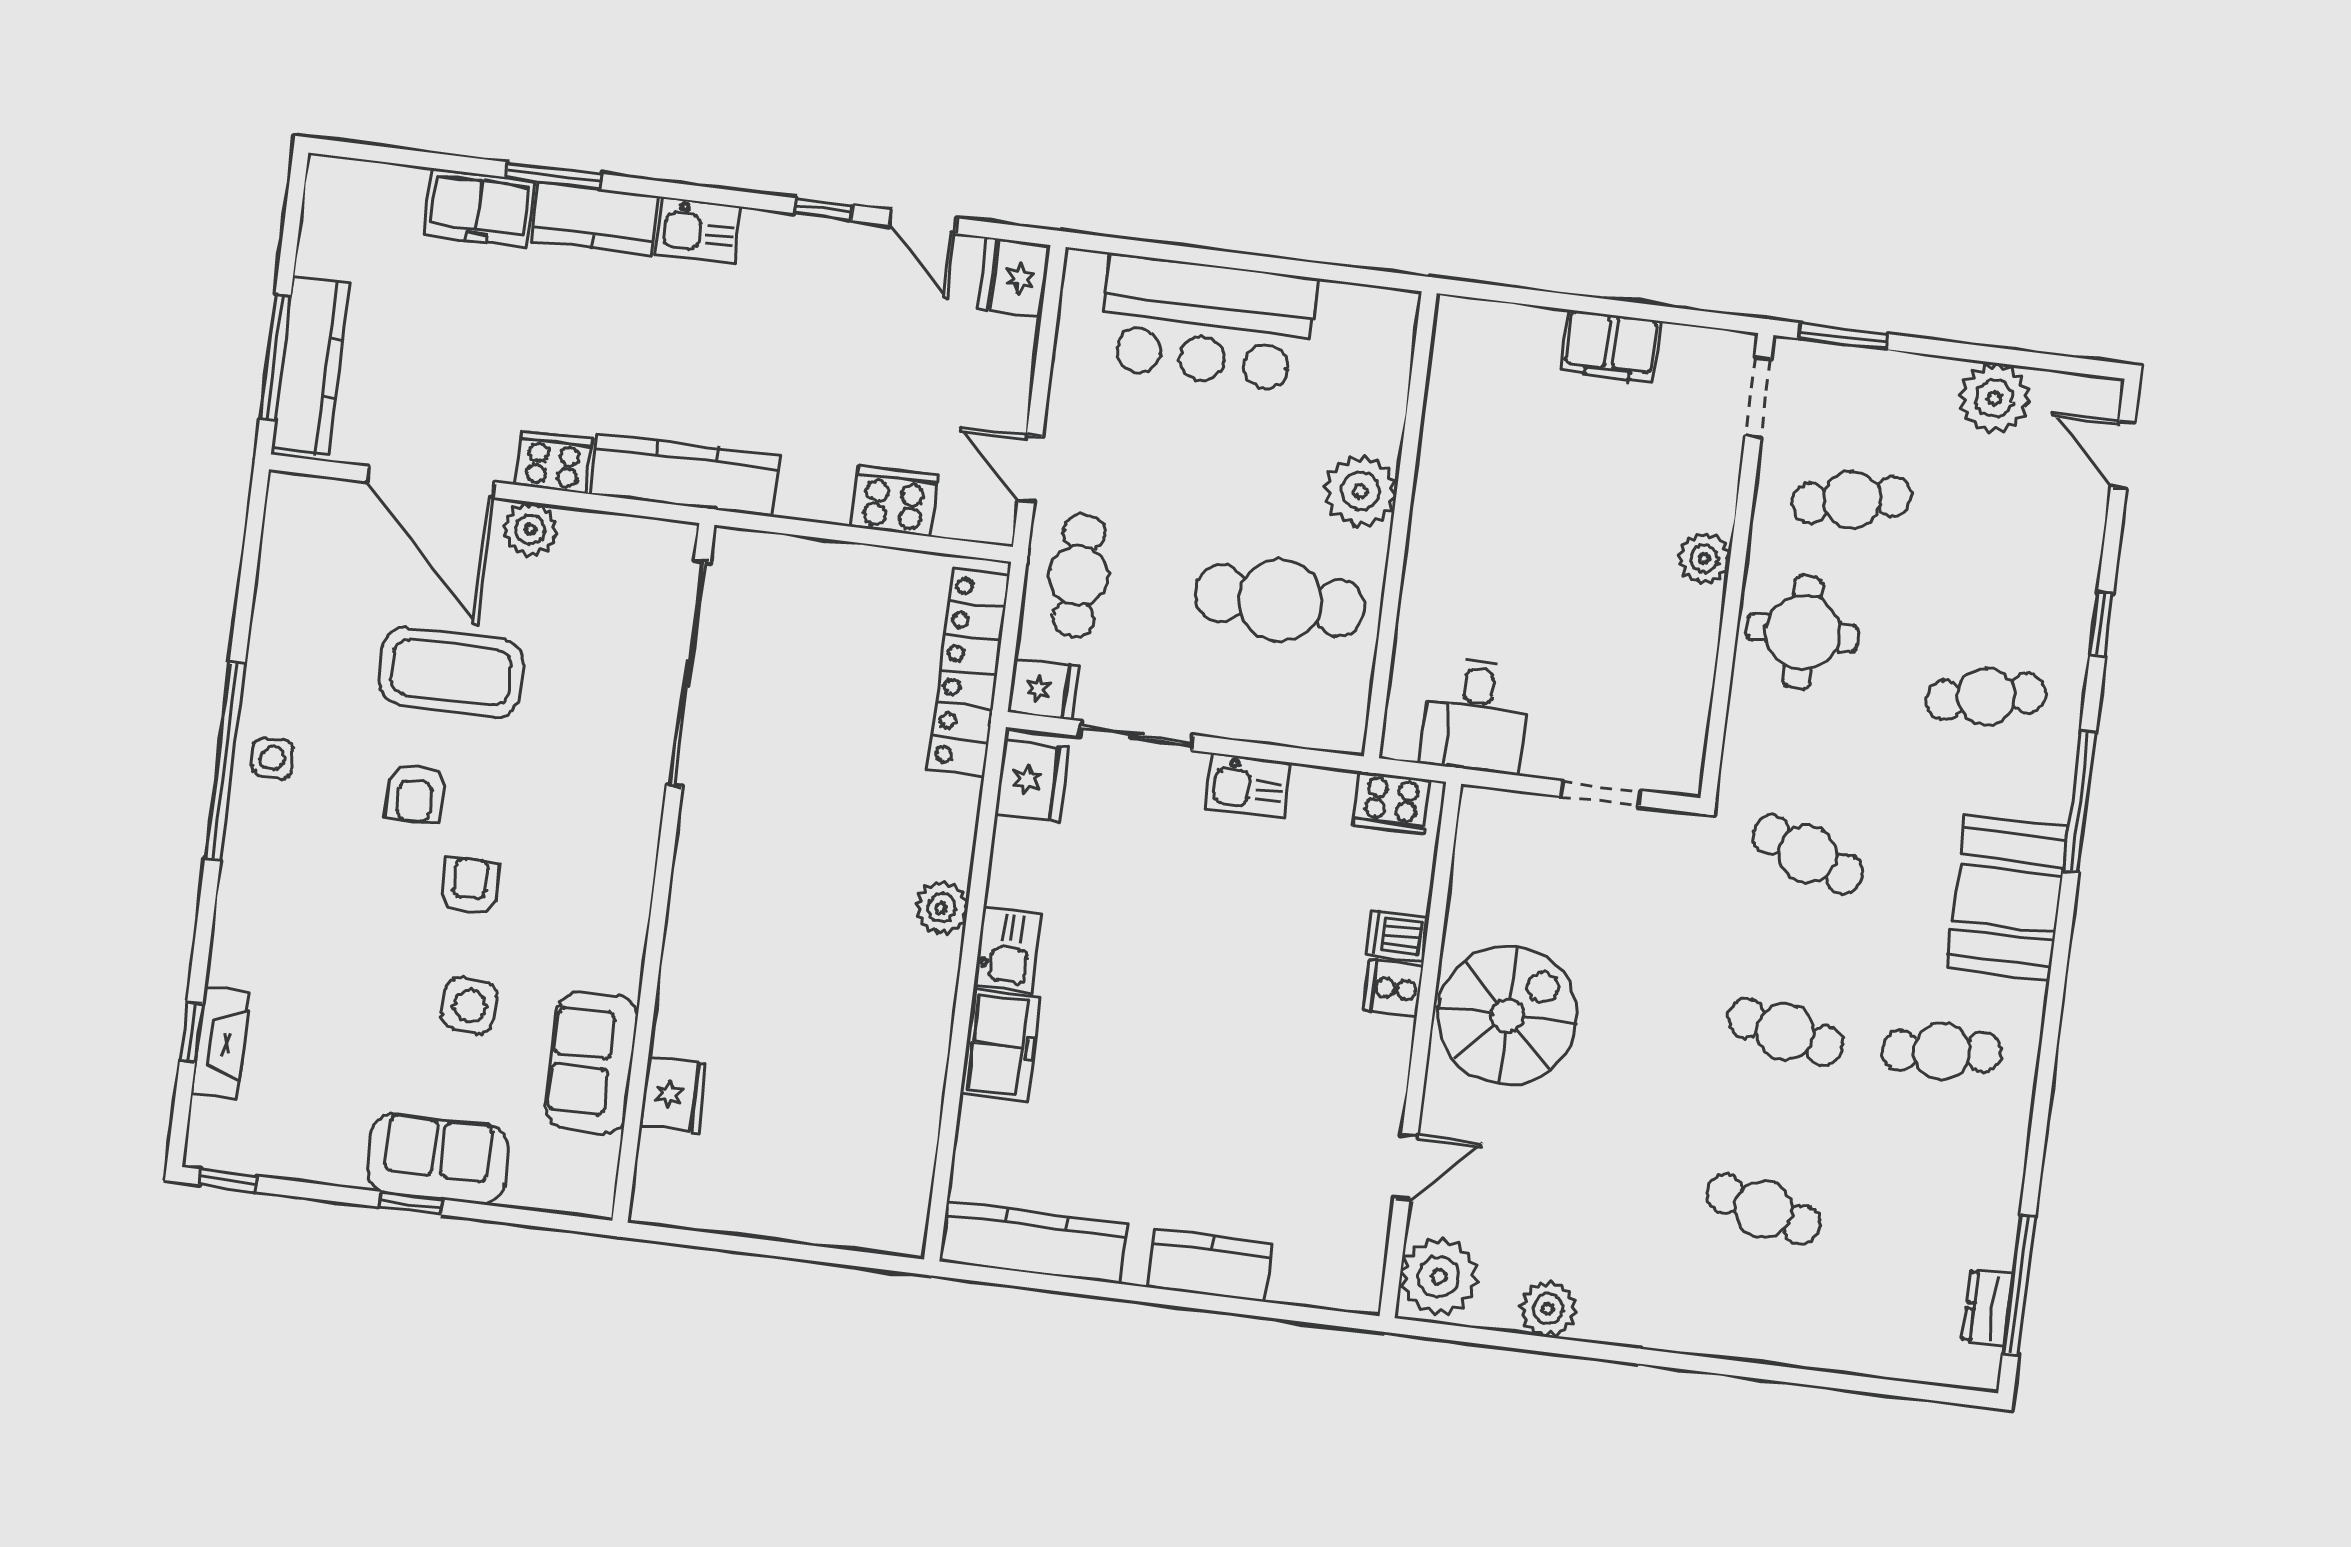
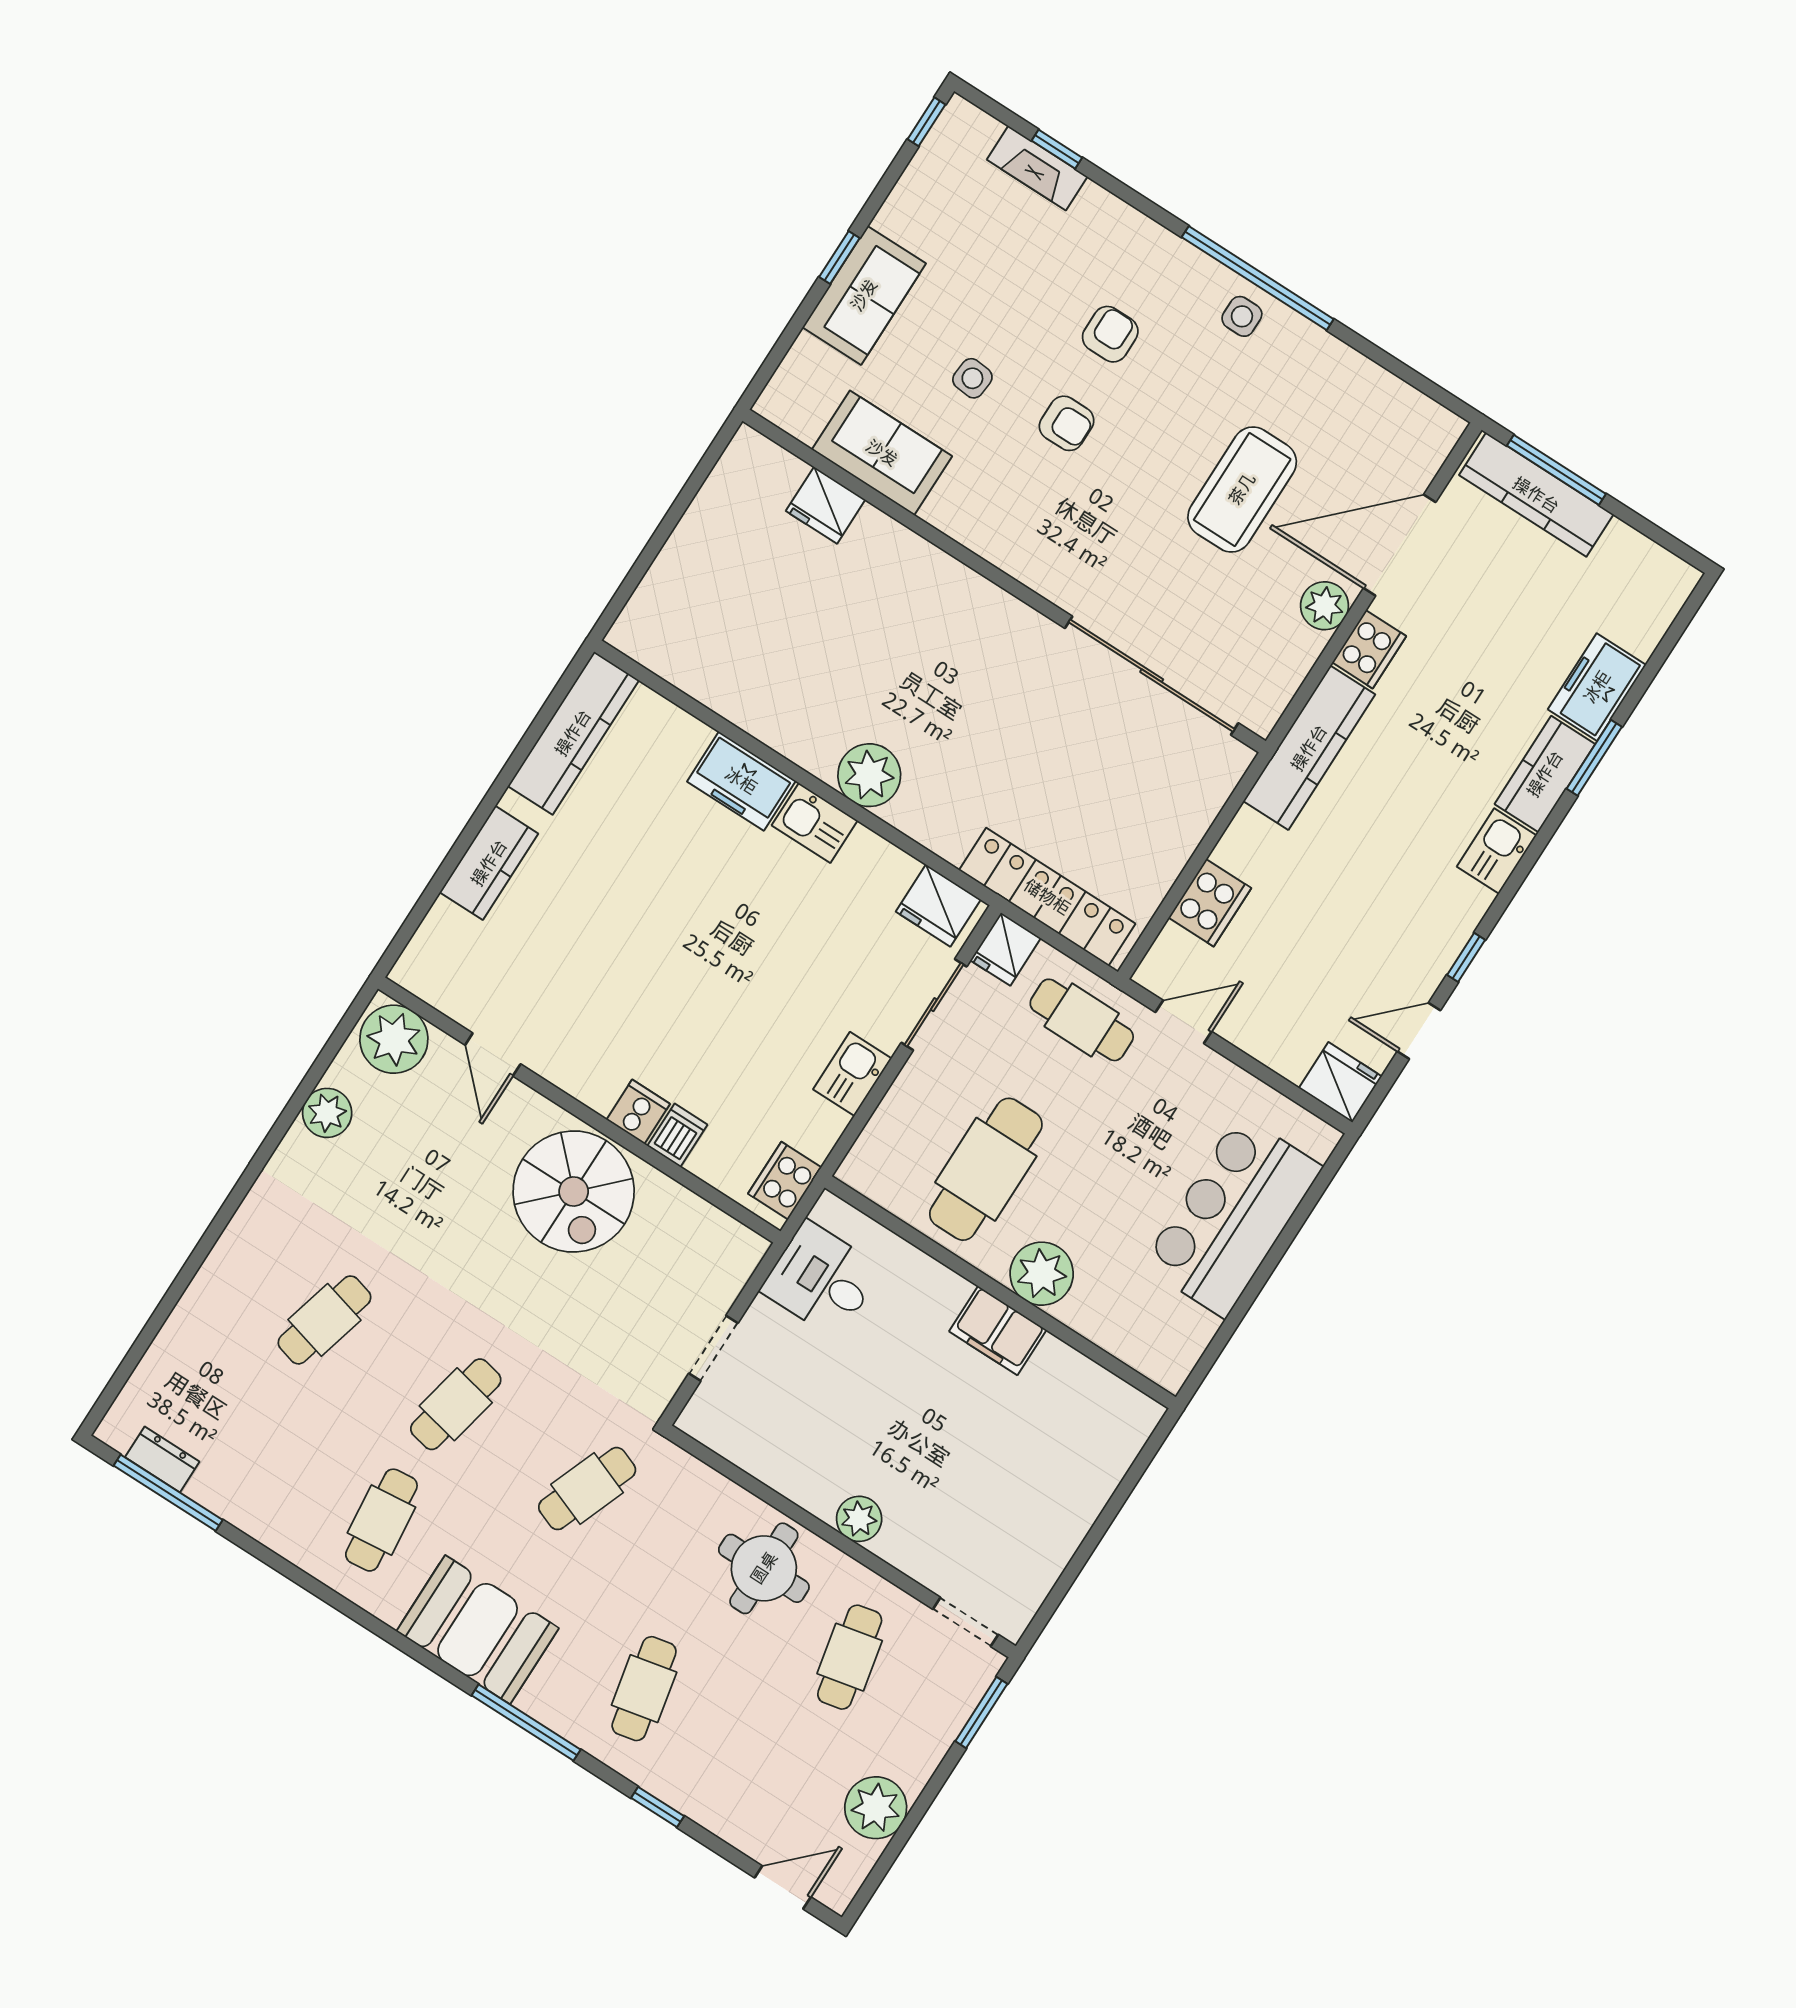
filing cabinet: (1611, 346) -> (998, 1331), moved, turned -90
armchair: (415, 793) -> (1110, 334), moved, turned 90
plant: (942, 908) -> (869, 775), width x1.36, depth x1.36
side table: (470, 1006) -> (972, 378), width x0.73, depth x0.73

